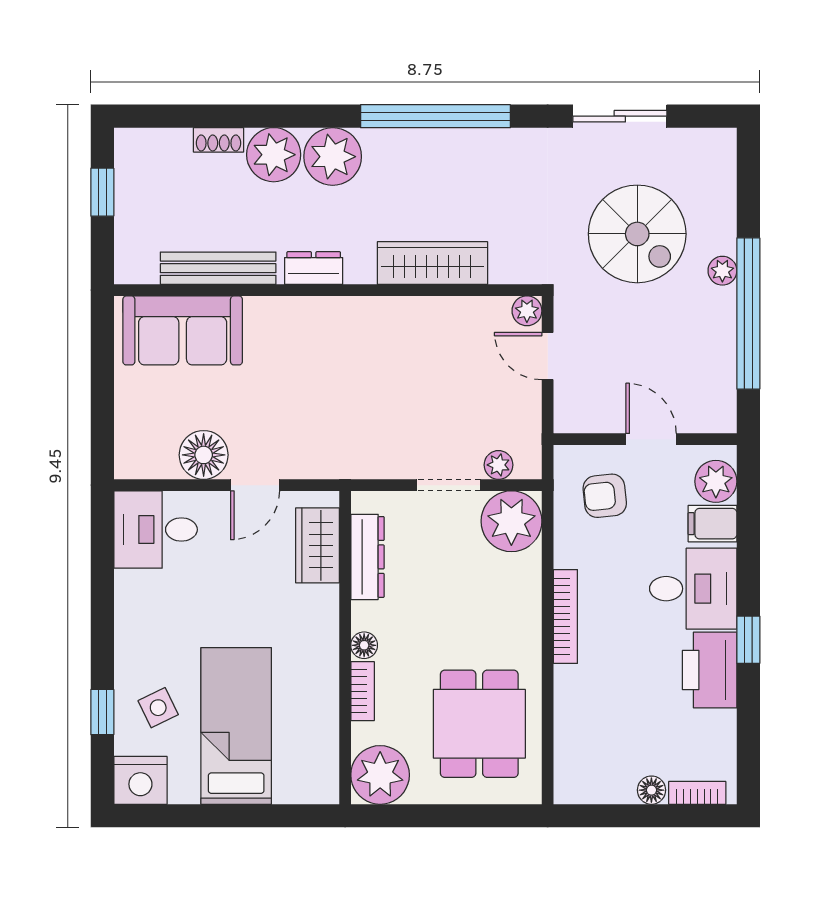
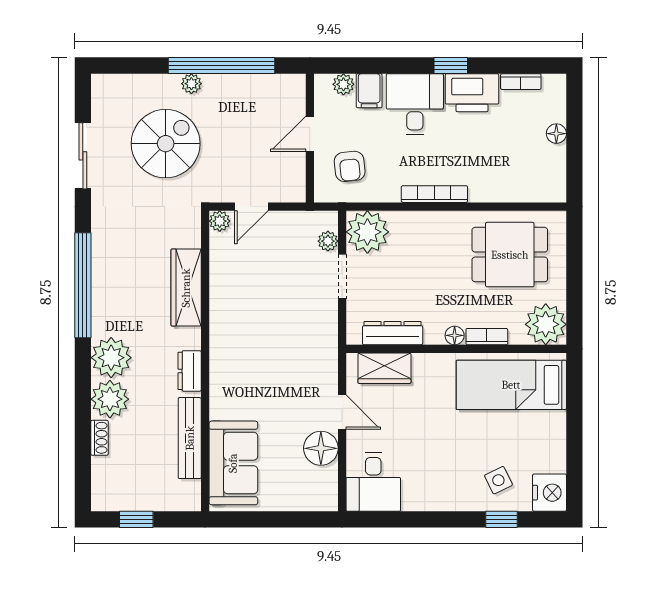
plant: (716, 481) -> (343, 84), width x0.73, depth x0.73
bed: (236, 726) -> (511, 385), moved
bookcase: (697, 793) -> (521, 82), moved, turned -90

